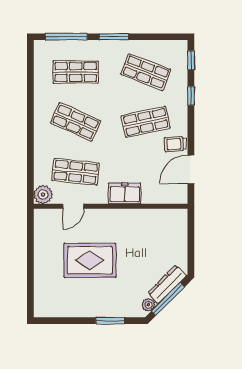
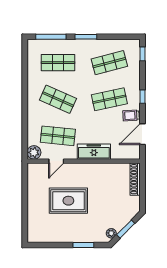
shop shelf: (146, 72) -> (109, 63), turned -36
window: (191, 96) -> (143, 97), moved
freezer: (125, 193) -> (94, 152), width x1.40
shoe rack: (181, 231) -> (135, 179), added
dresser: (167, 284) -> (125, 218), removed
window: (168, 299) -> (126, 229), width x0.69

